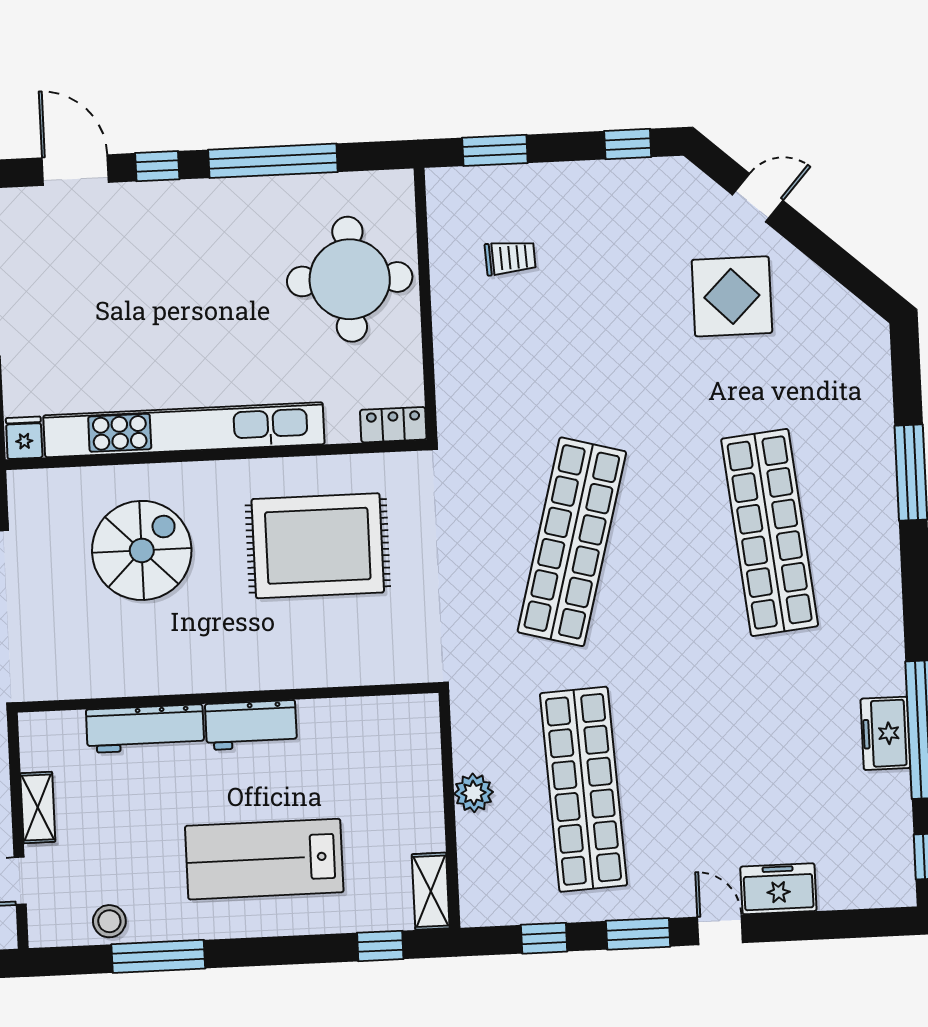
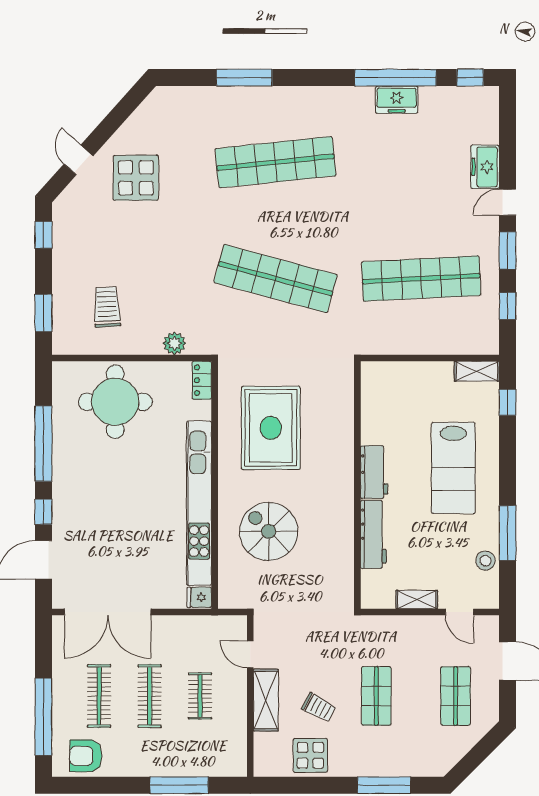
trolley: (510, 258) -> (107, 307), width x1.36, depth x1.39
plant: (474, 793) -> (174, 343), moved

